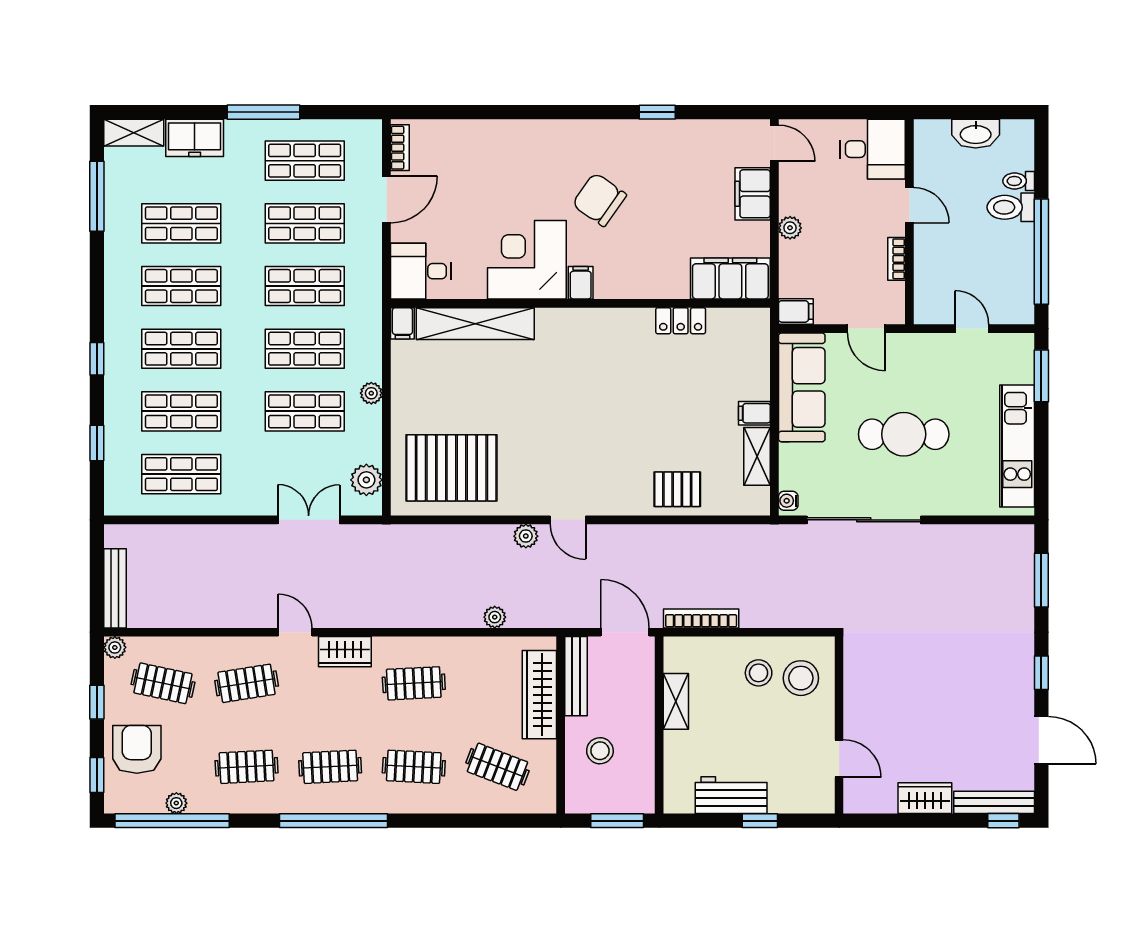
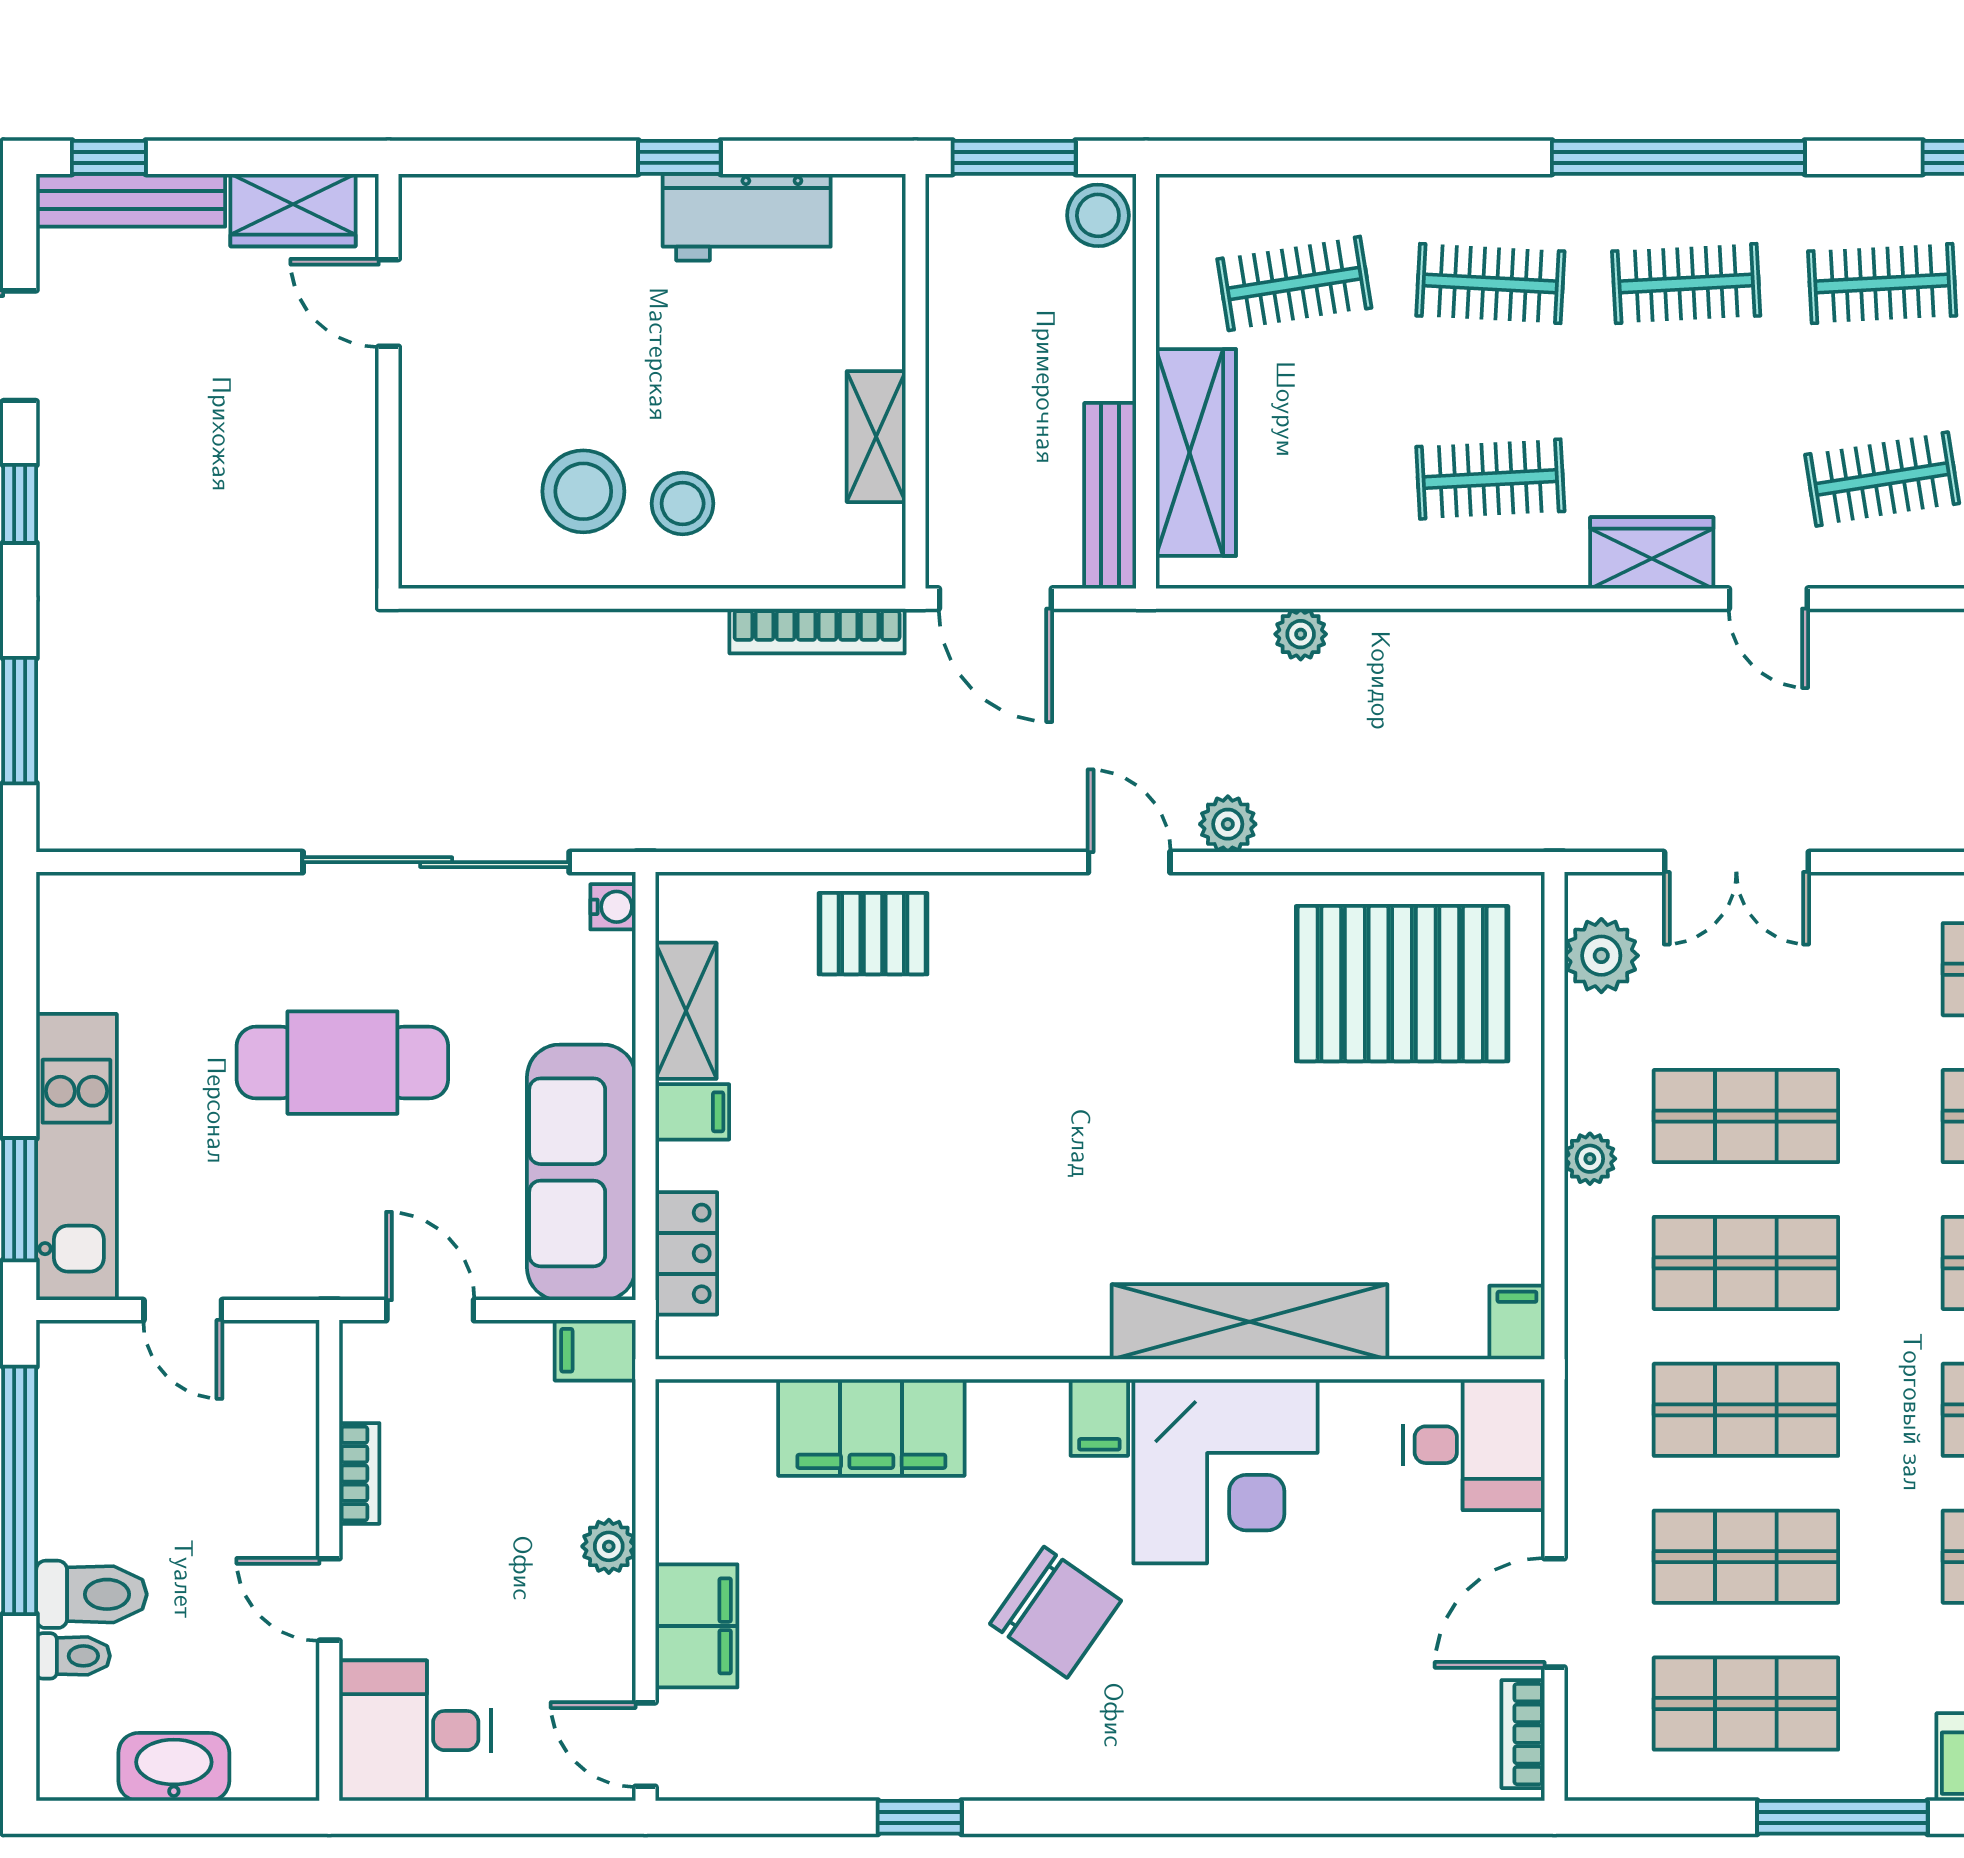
filing cabinet: (730, 278) -> (871, 1428), moved
locker: (681, 321) -> (686, 1253), moved, turned 90
shelving: (475, 324) -> (1250, 1322), moved
kitchen unit: (1017, 446) -> (76, 1157), moved
wall: (839, 725) -> (389, 381), moved
stool: (600, 751) -> (1098, 215), moved
door: (839, 758) -> (389, 303), moved
clothes rail: (497, 767) -> (1294, 283), turned -30

